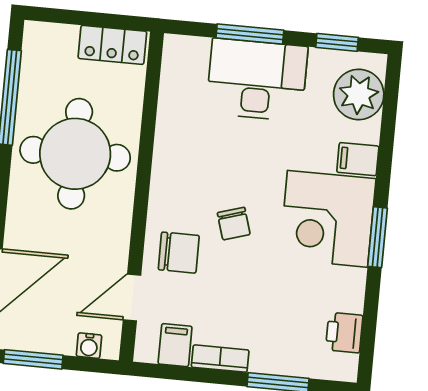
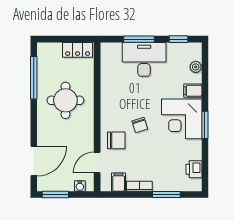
plant: (359, 94) -> (196, 67), width x0.53, depth x0.53
round table: (75, 154) -> (65, 100), width x0.73, depth x0.73

